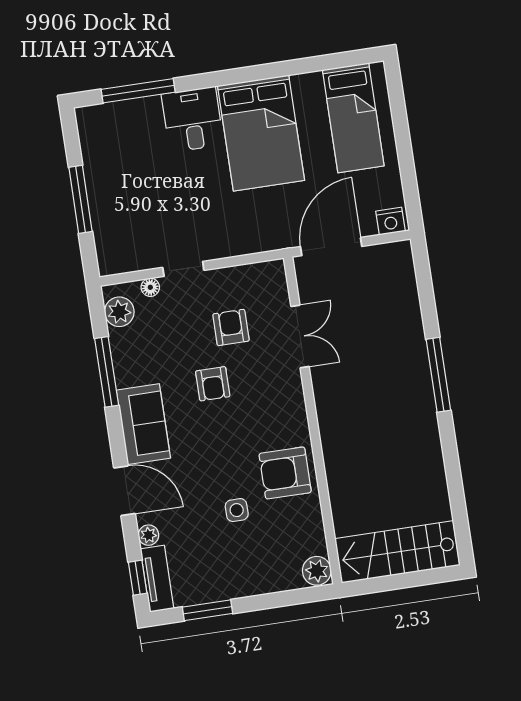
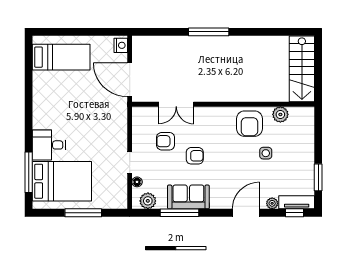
bed: (261, 133) -> (62, 181), moved
double door: (300, 336) -> (176, 104), swing flipped
sofa: (143, 424) -> (188, 197), moved
plant: (317, 571) -> (280, 114), moved

